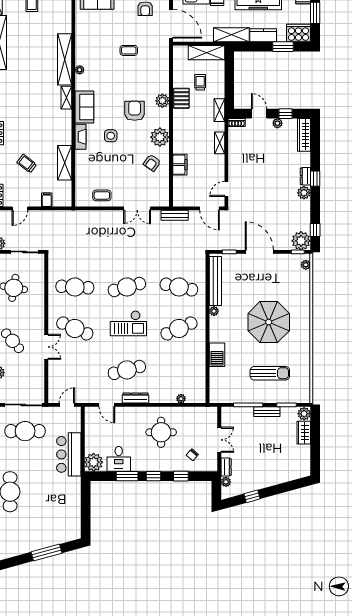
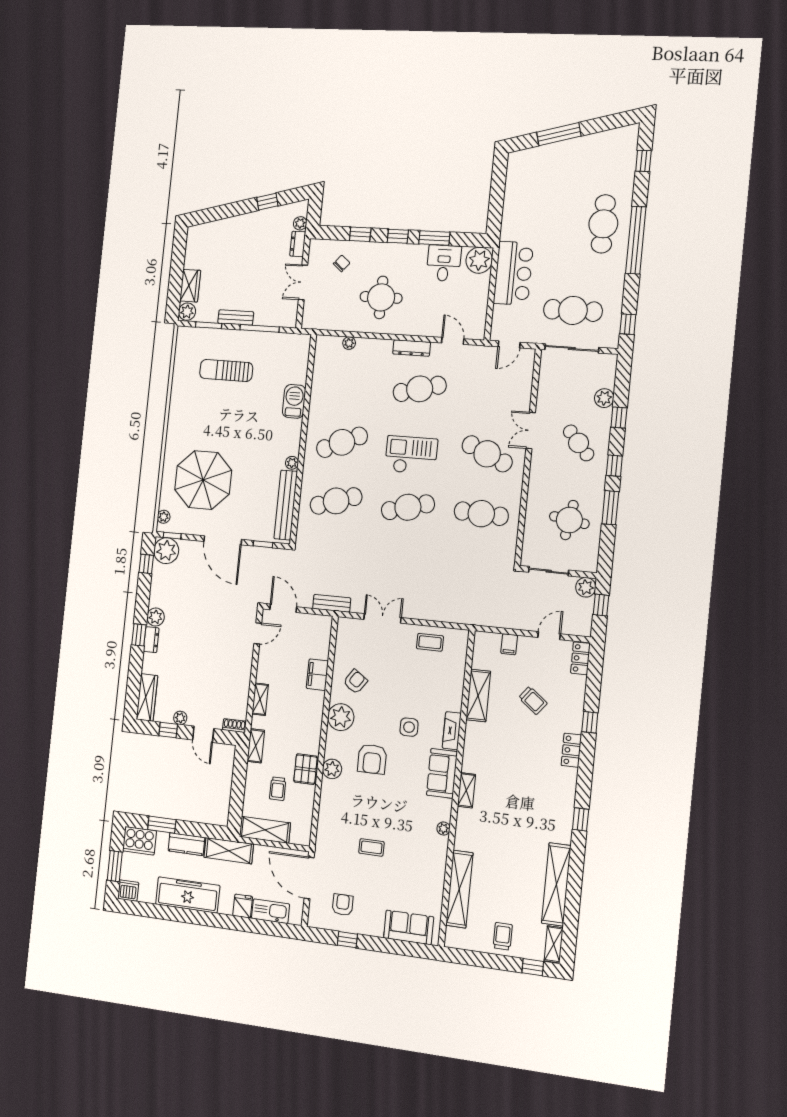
shelving: (65, 59) -> (459, 889), moved
cafe table: (179, 287) -> (336, 501), turned -30
parasol: (269, 322) -> (203, 480), moved

